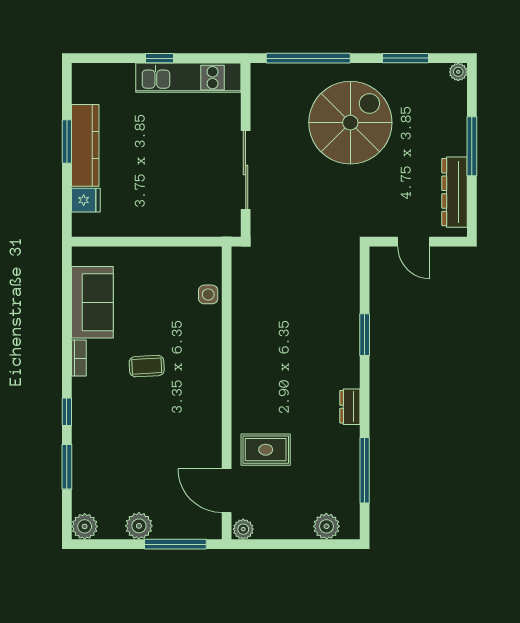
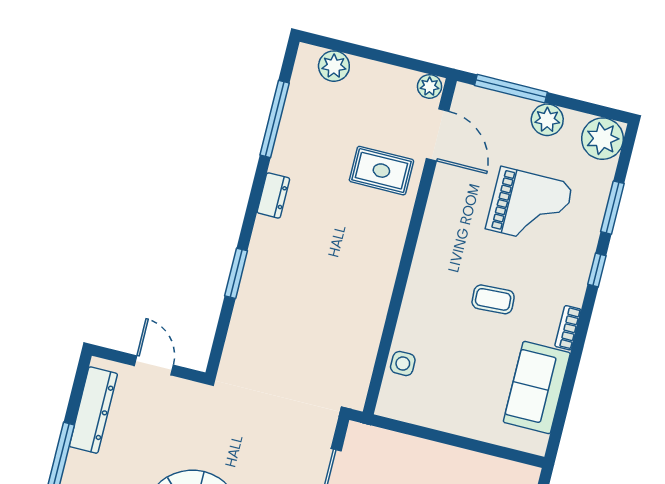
grand piano: (136, 450) -> (529, 206), added
plant: (85, 526) -> (602, 139), width x1.36, depth x1.36

